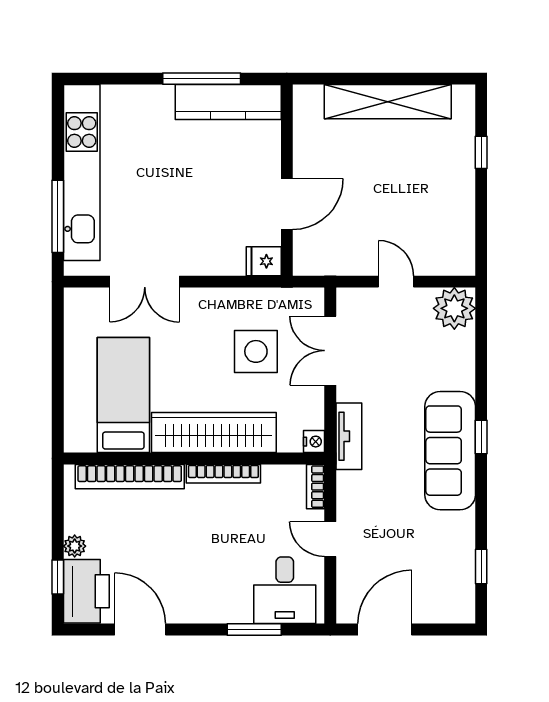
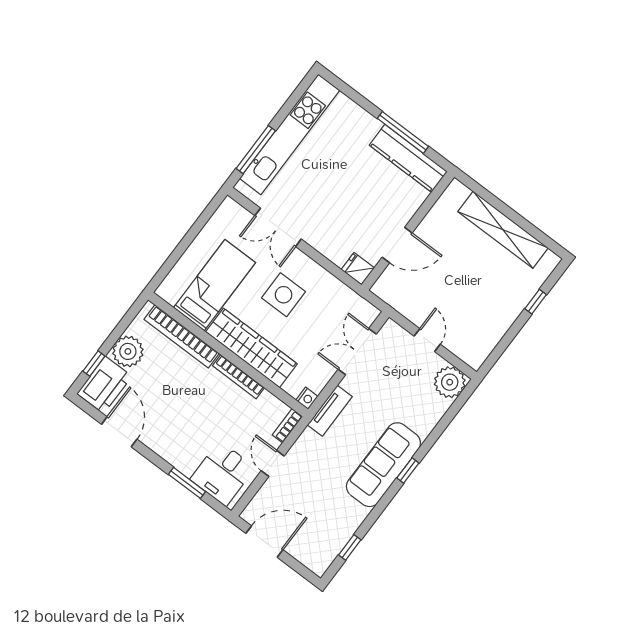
side table: (256, 351) -> (284, 295), moved
plant: (75, 546) -> (128, 351), width x1.87, depth x1.87

